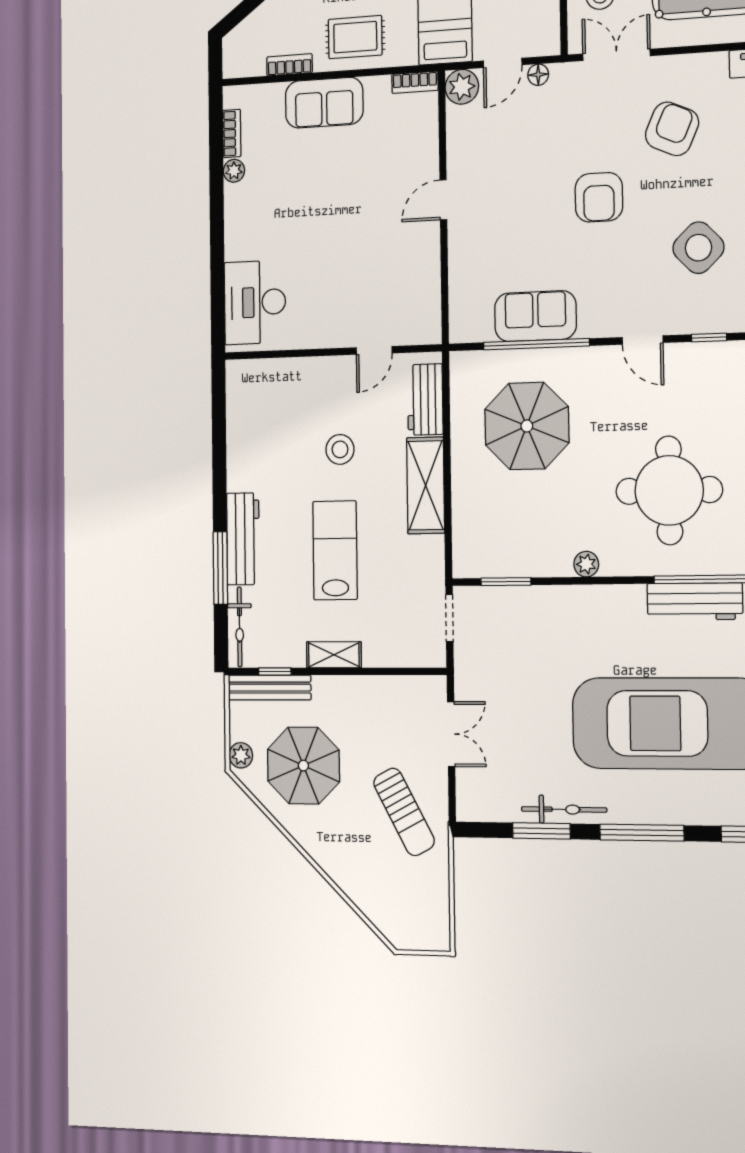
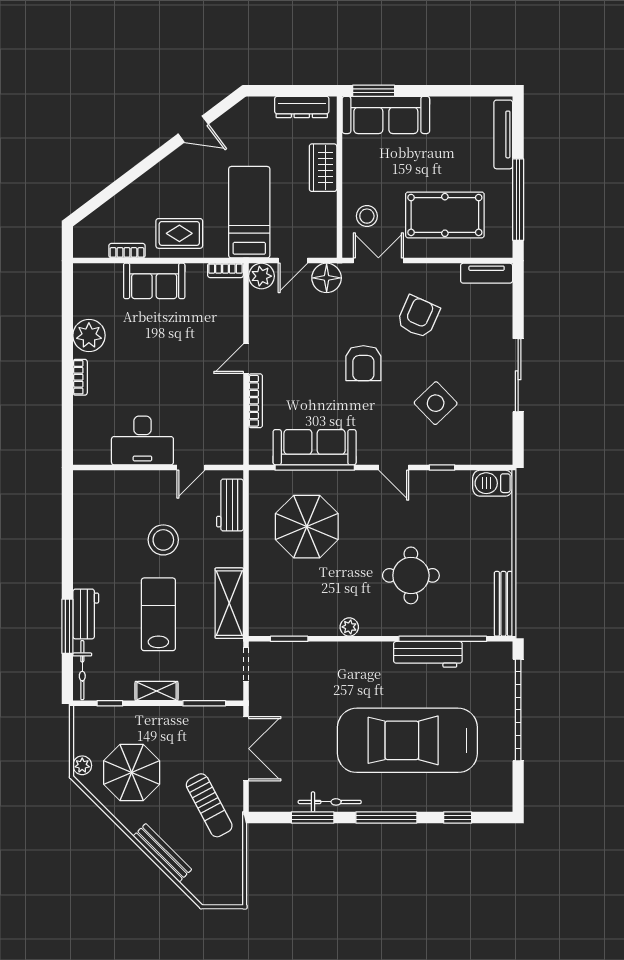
floor lamp: (538, 75) -> (327, 278), width x1.89, depth x1.89
bookcase: (232, 133) -> (80, 377), moved
plant: (234, 171) -> (89, 335), width x1.88, depth x1.88
bookcase: (457, 256) -> (256, 401), added
desk: (255, 302) -> (142, 440), moved, turned -90
sofa: (535, 316) -> (315, 447), width x1.36
stool: (340, 449) -> (163, 540), width x1.38, depth x1.38
shelving: (426, 485) -> (229, 603), moved
round table: (669, 490) -> (411, 575), width x0.73, depth x0.73
workbench: (243, 539) -> (86, 614), width x0.73
window: (396, 671) -> (204, 703), added
bench: (270, 688) -> (162, 853), moved, turned 45
double door: (451, 734) -> (246, 749), width x1.37

